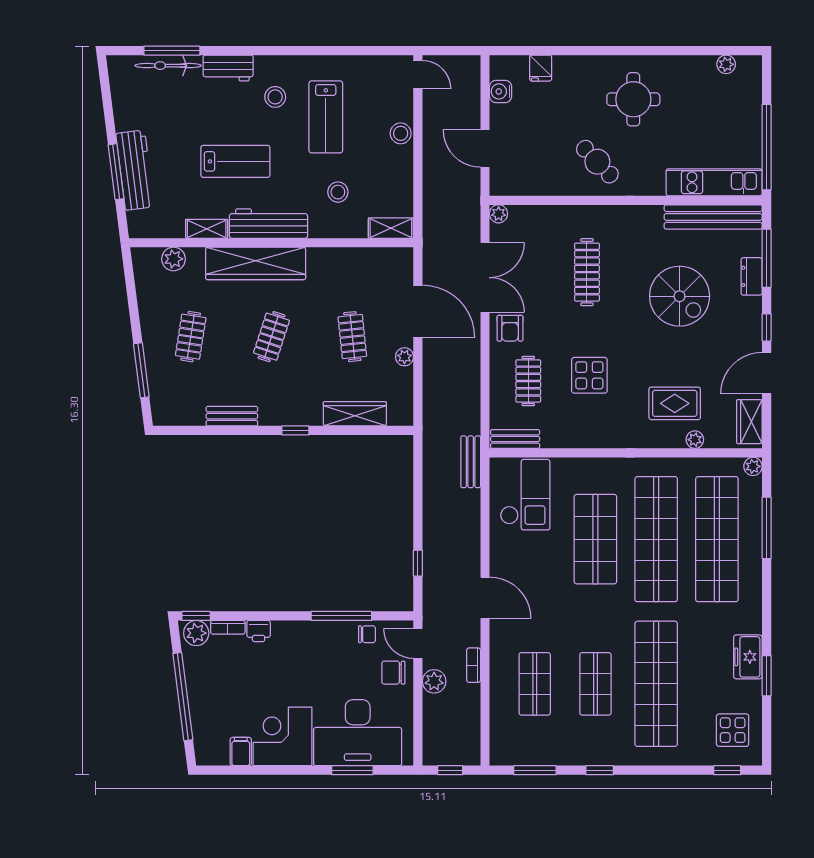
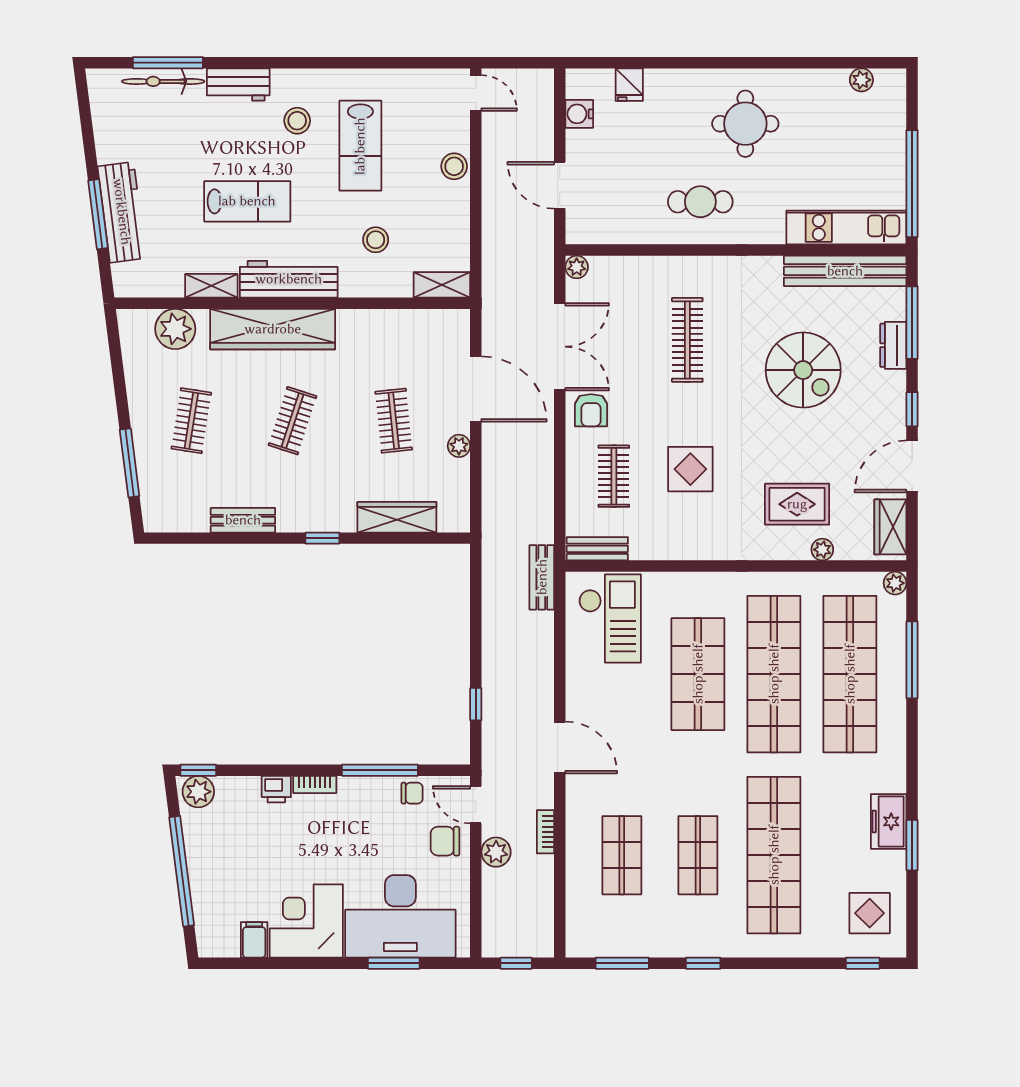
cafe table: (597, 162) -> (700, 202), turned -46
plant: (174, 259) -> (175, 329), width x1.36, depth x1.36
bookcase: (228, 627) -> (315, 784), moved

